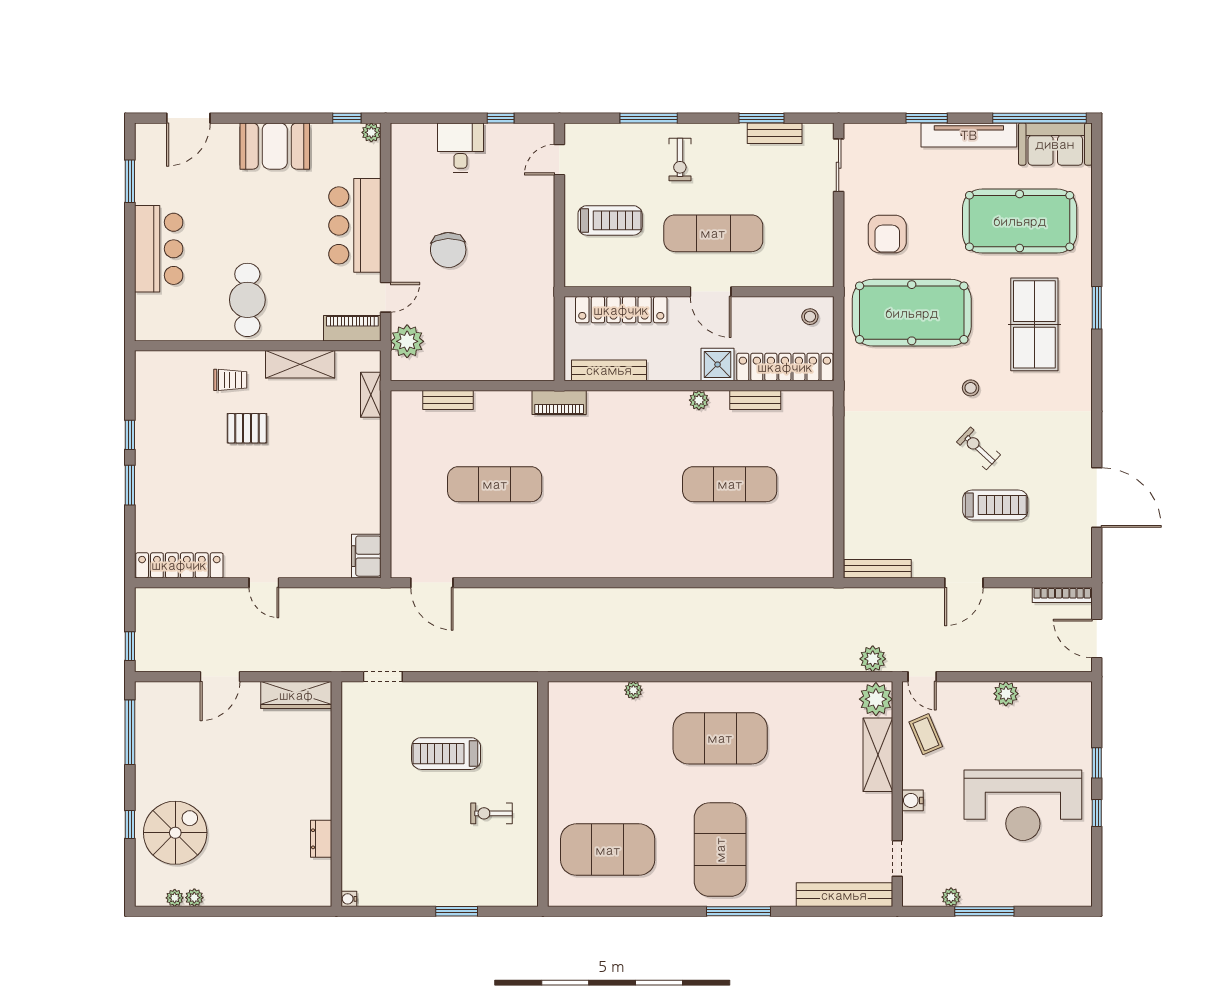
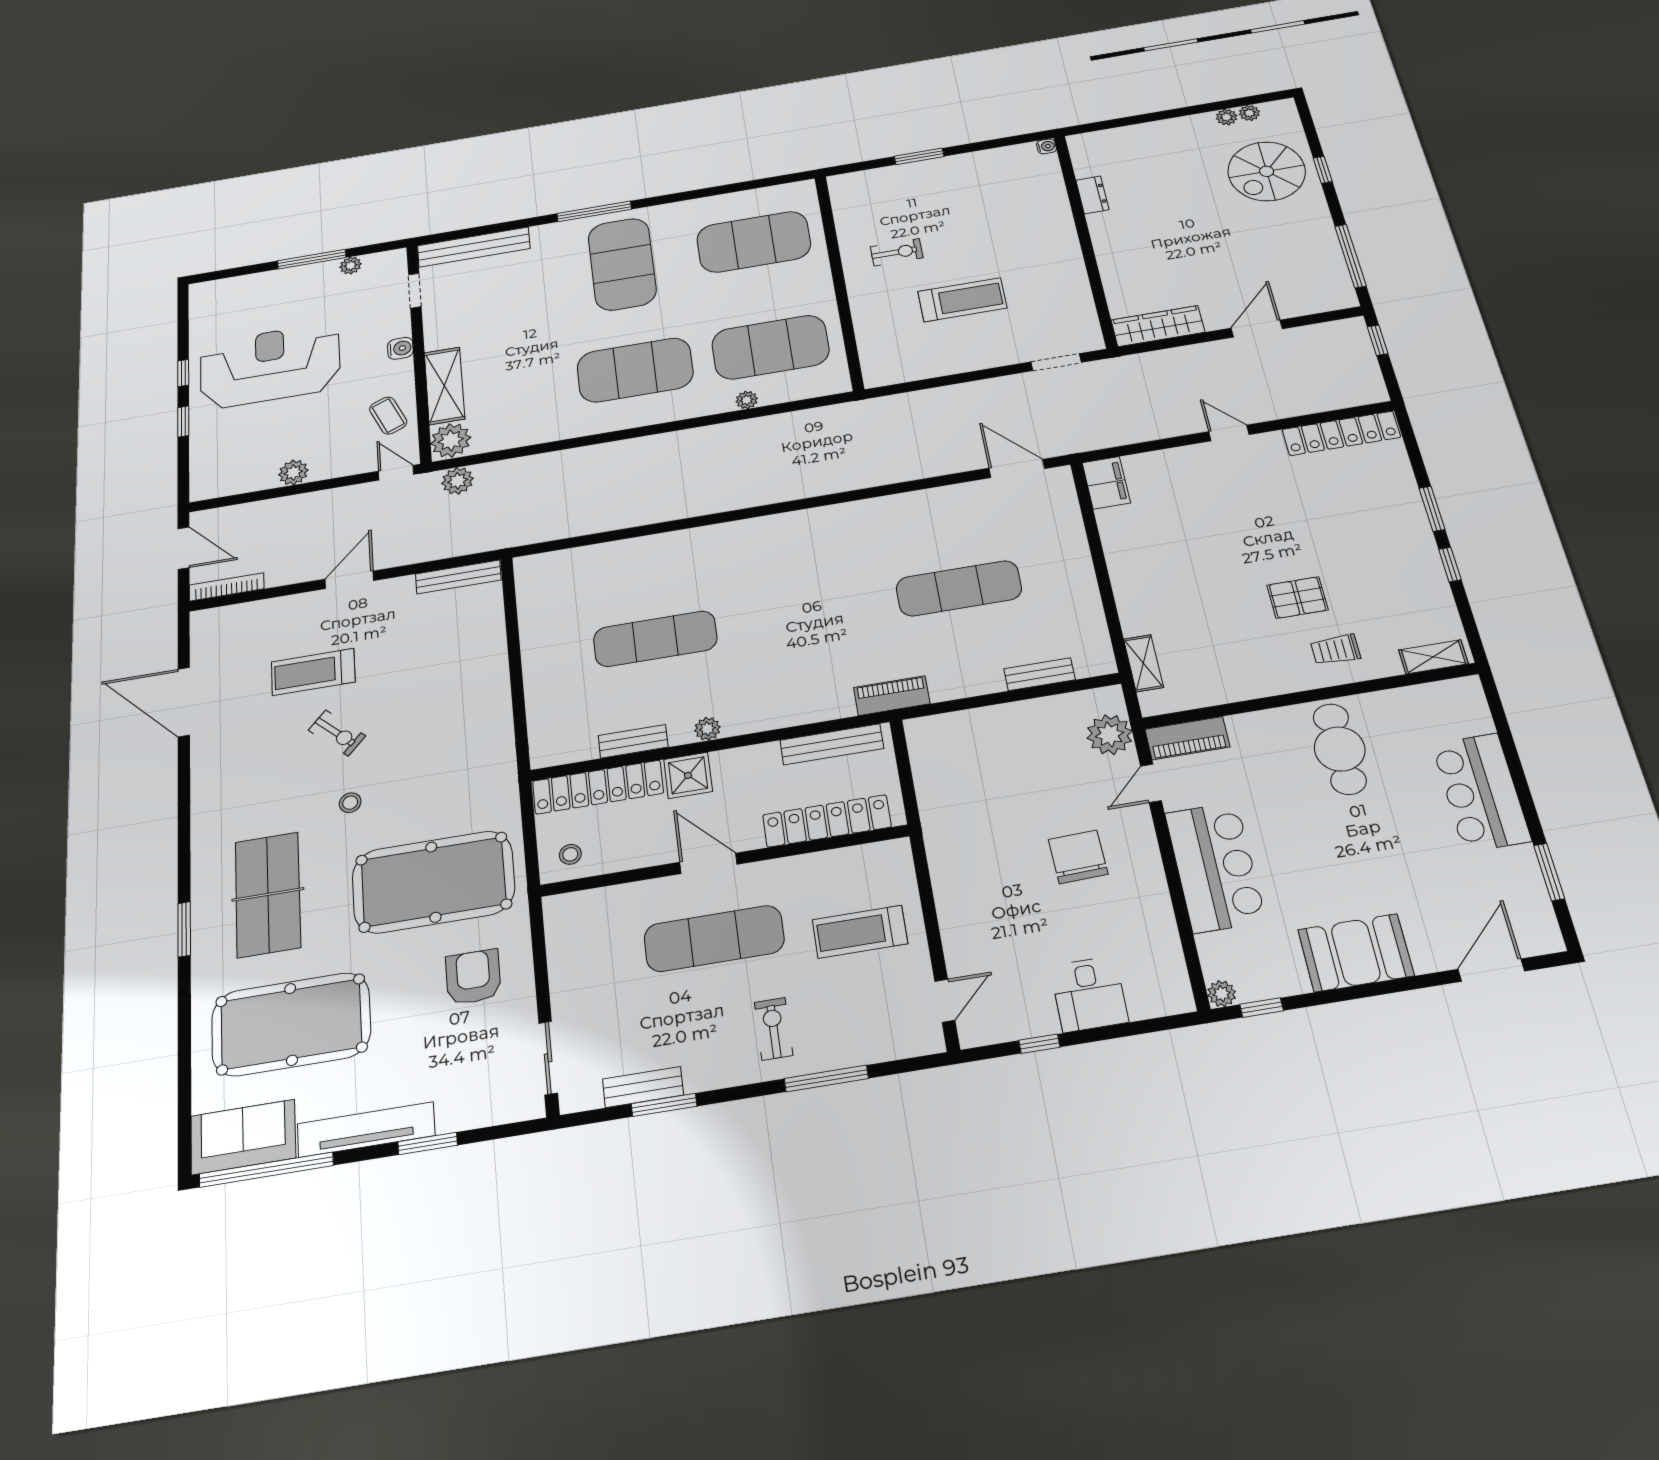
shelving: (300, 364) -> (1433, 657), moved, width x0.67, depth x0.75
exercise mat: (608, 738) -> (770, 347), added

